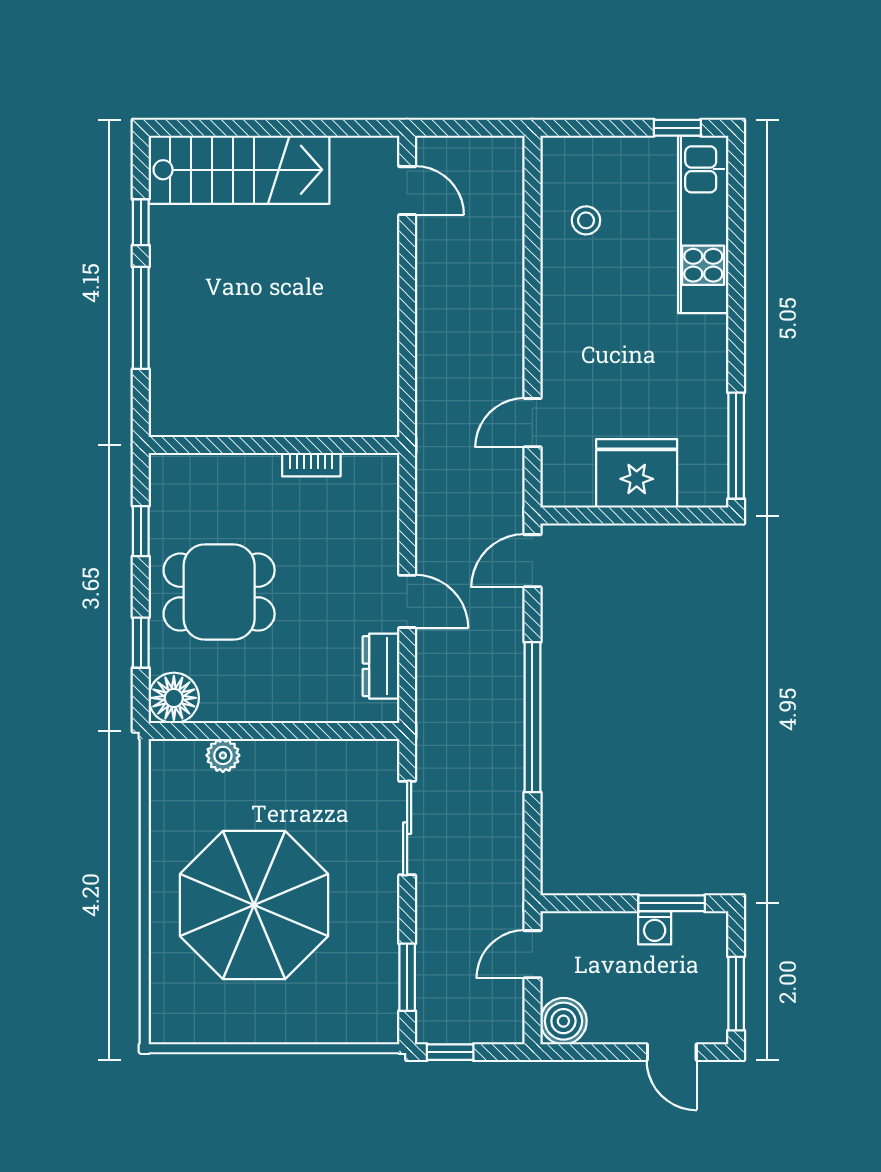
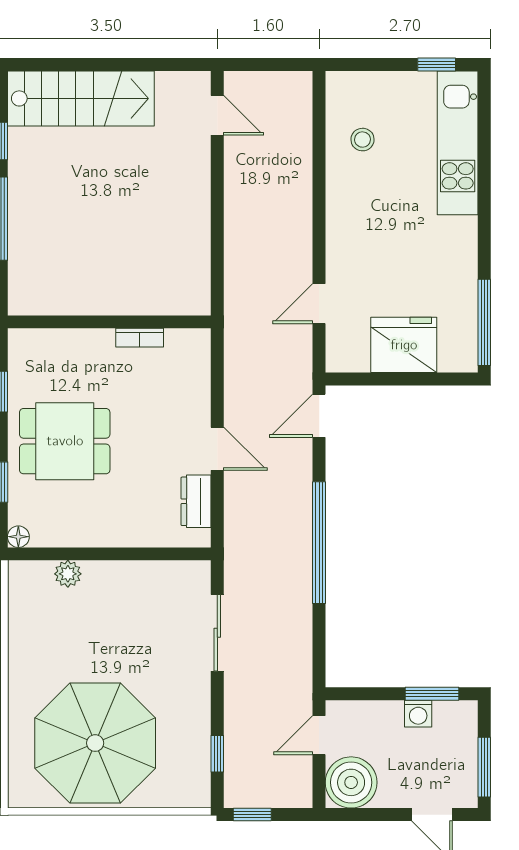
floor lamp: (174, 698) -> (18, 537), width x0.53, depth x0.53
parasol: (254, 905) -> (95, 743), moved
window: (407, 977) -> (217, 754), width x0.67
boiler: (563, 1021) -> (351, 782), width x1.37, depth x1.37

